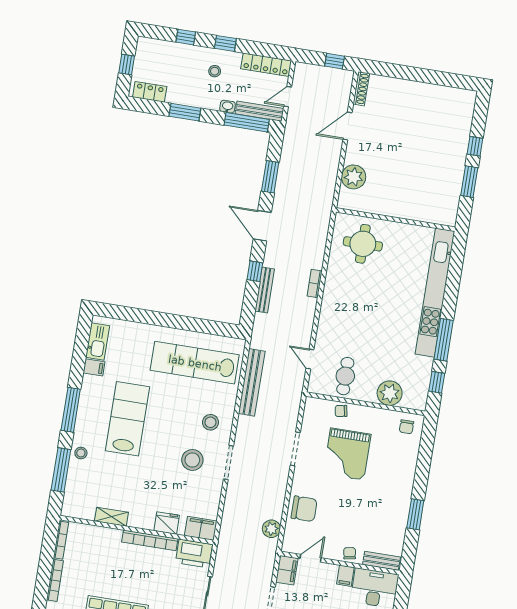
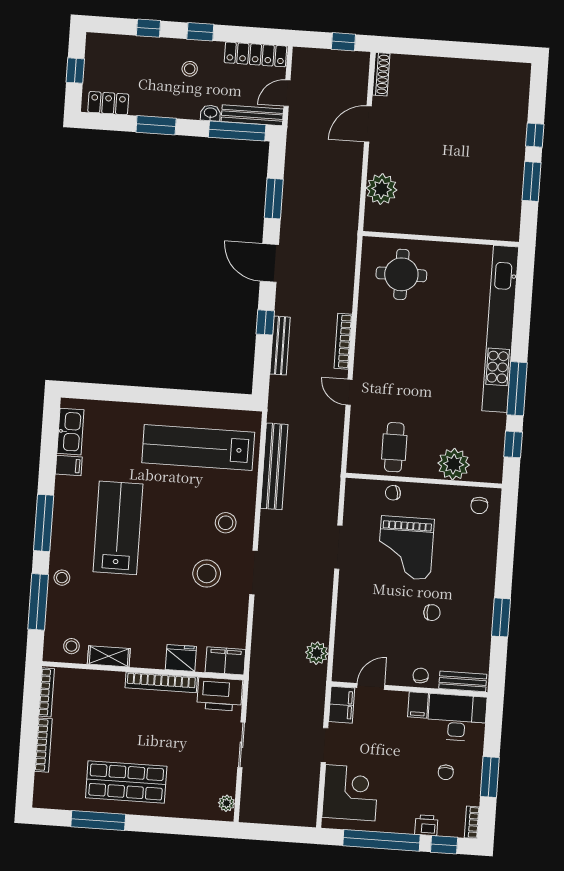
bookcase: (315, 284) -> (343, 341), width x1.56
door: (310, 359) -> (349, 392), moved
stool: (83, 506) -> (71, 646), added
chair: (304, 509) -> (432, 613), moved, width x0.54, depth x0.54

